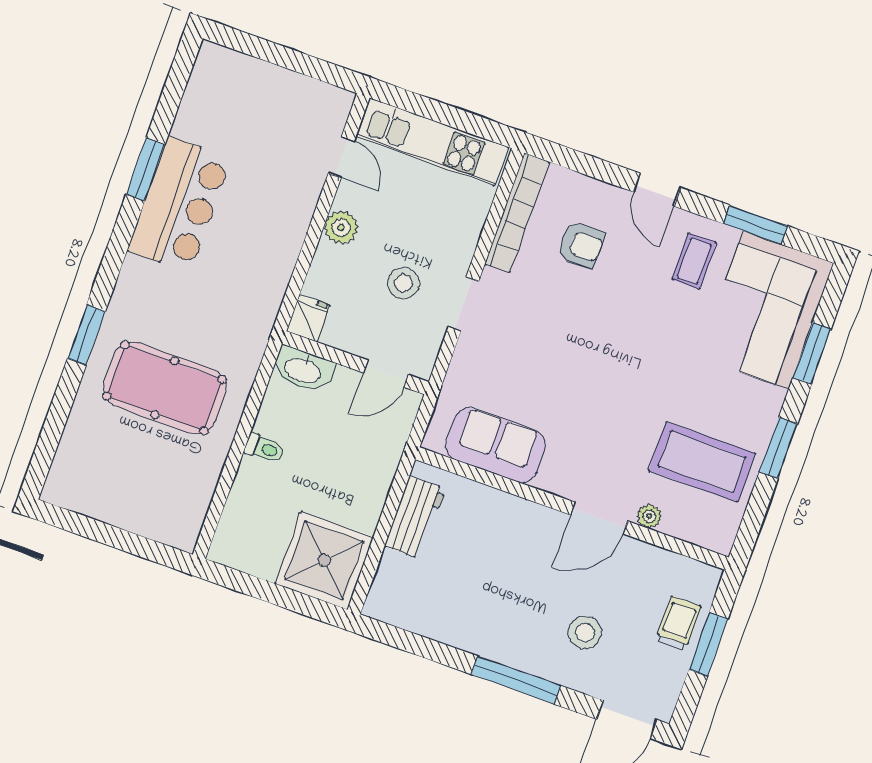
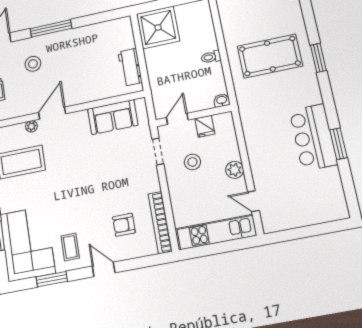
doorway: (463, 304) -> (158, 151), moved
fridge: (308, 318) -> (205, 126), moved
washbasin: (303, 370) -> (222, 100), width x0.52, depth x0.69

